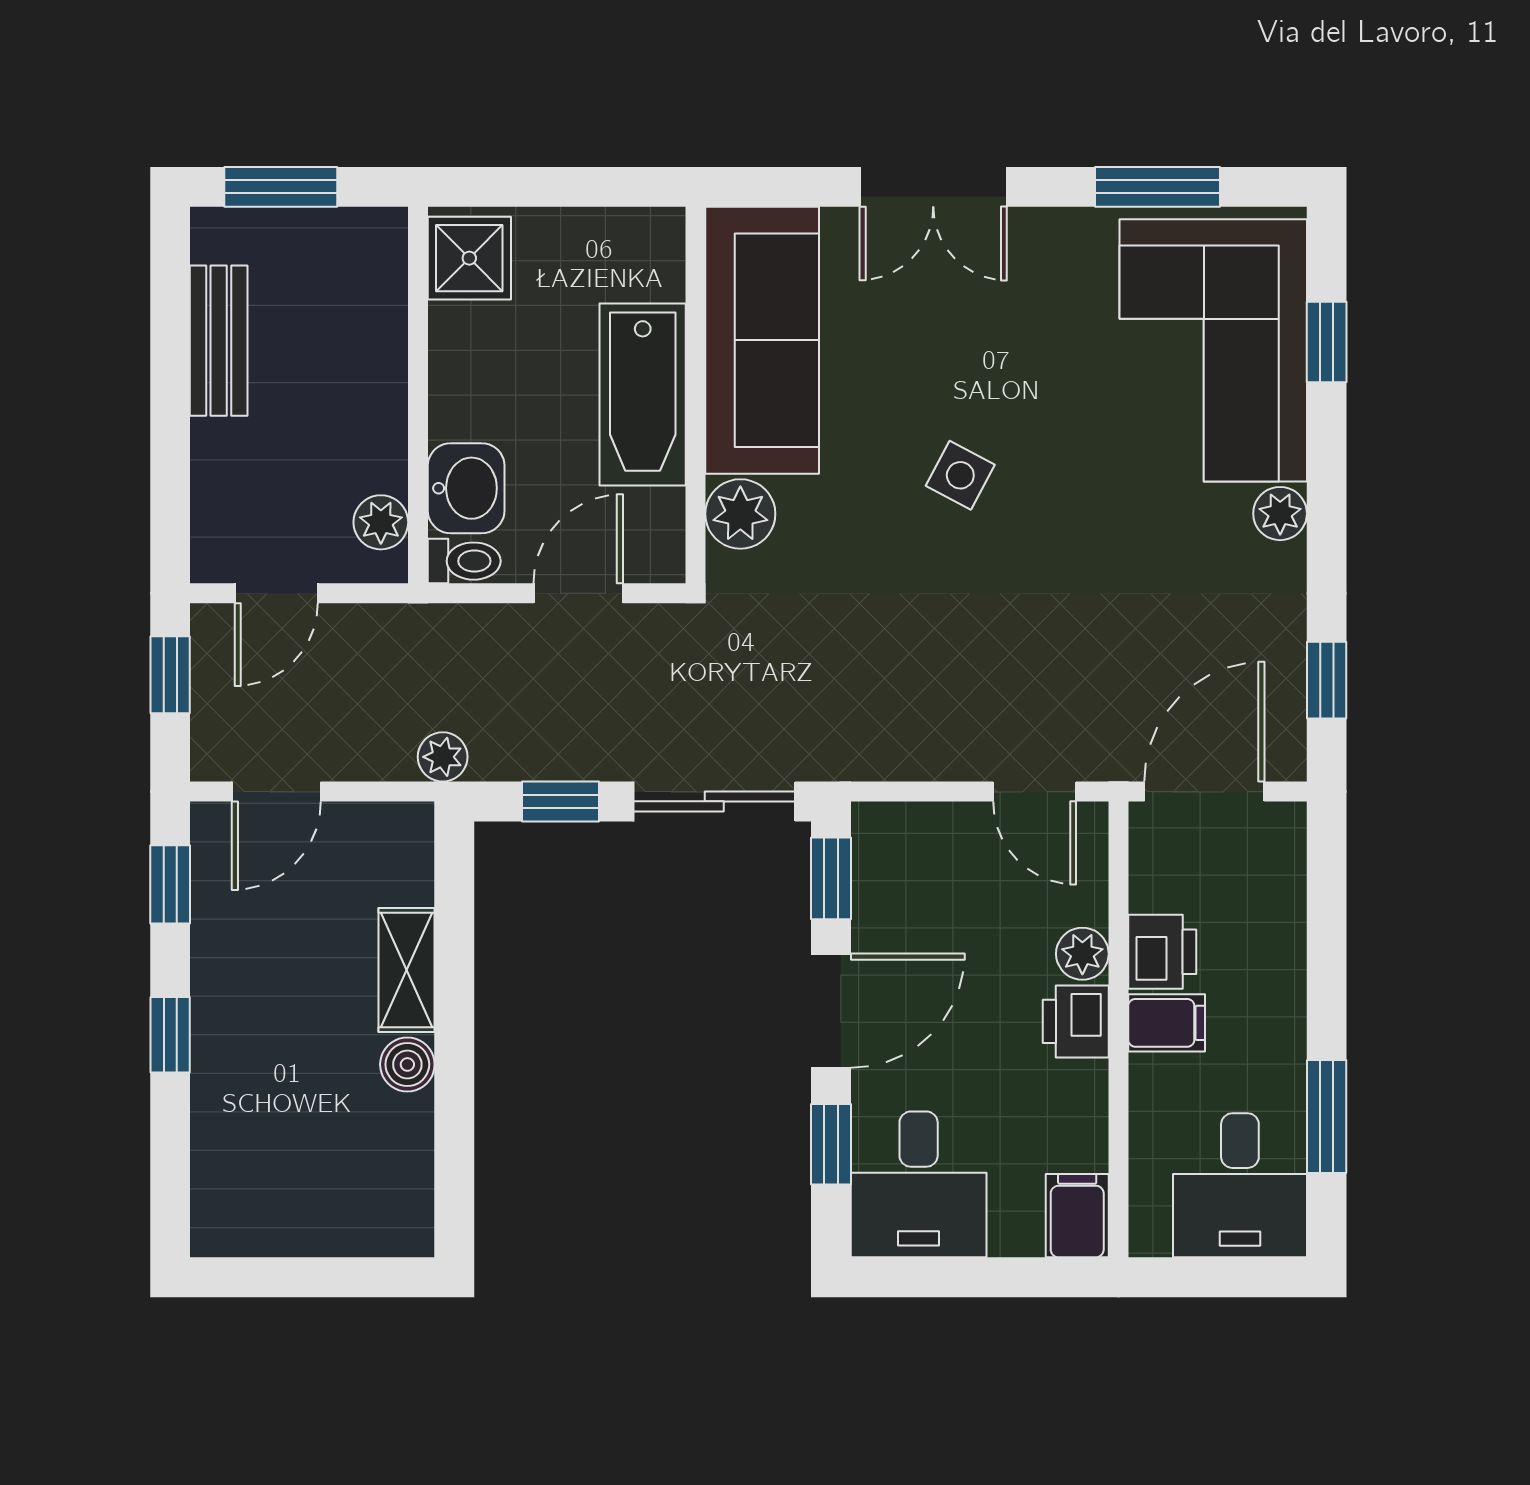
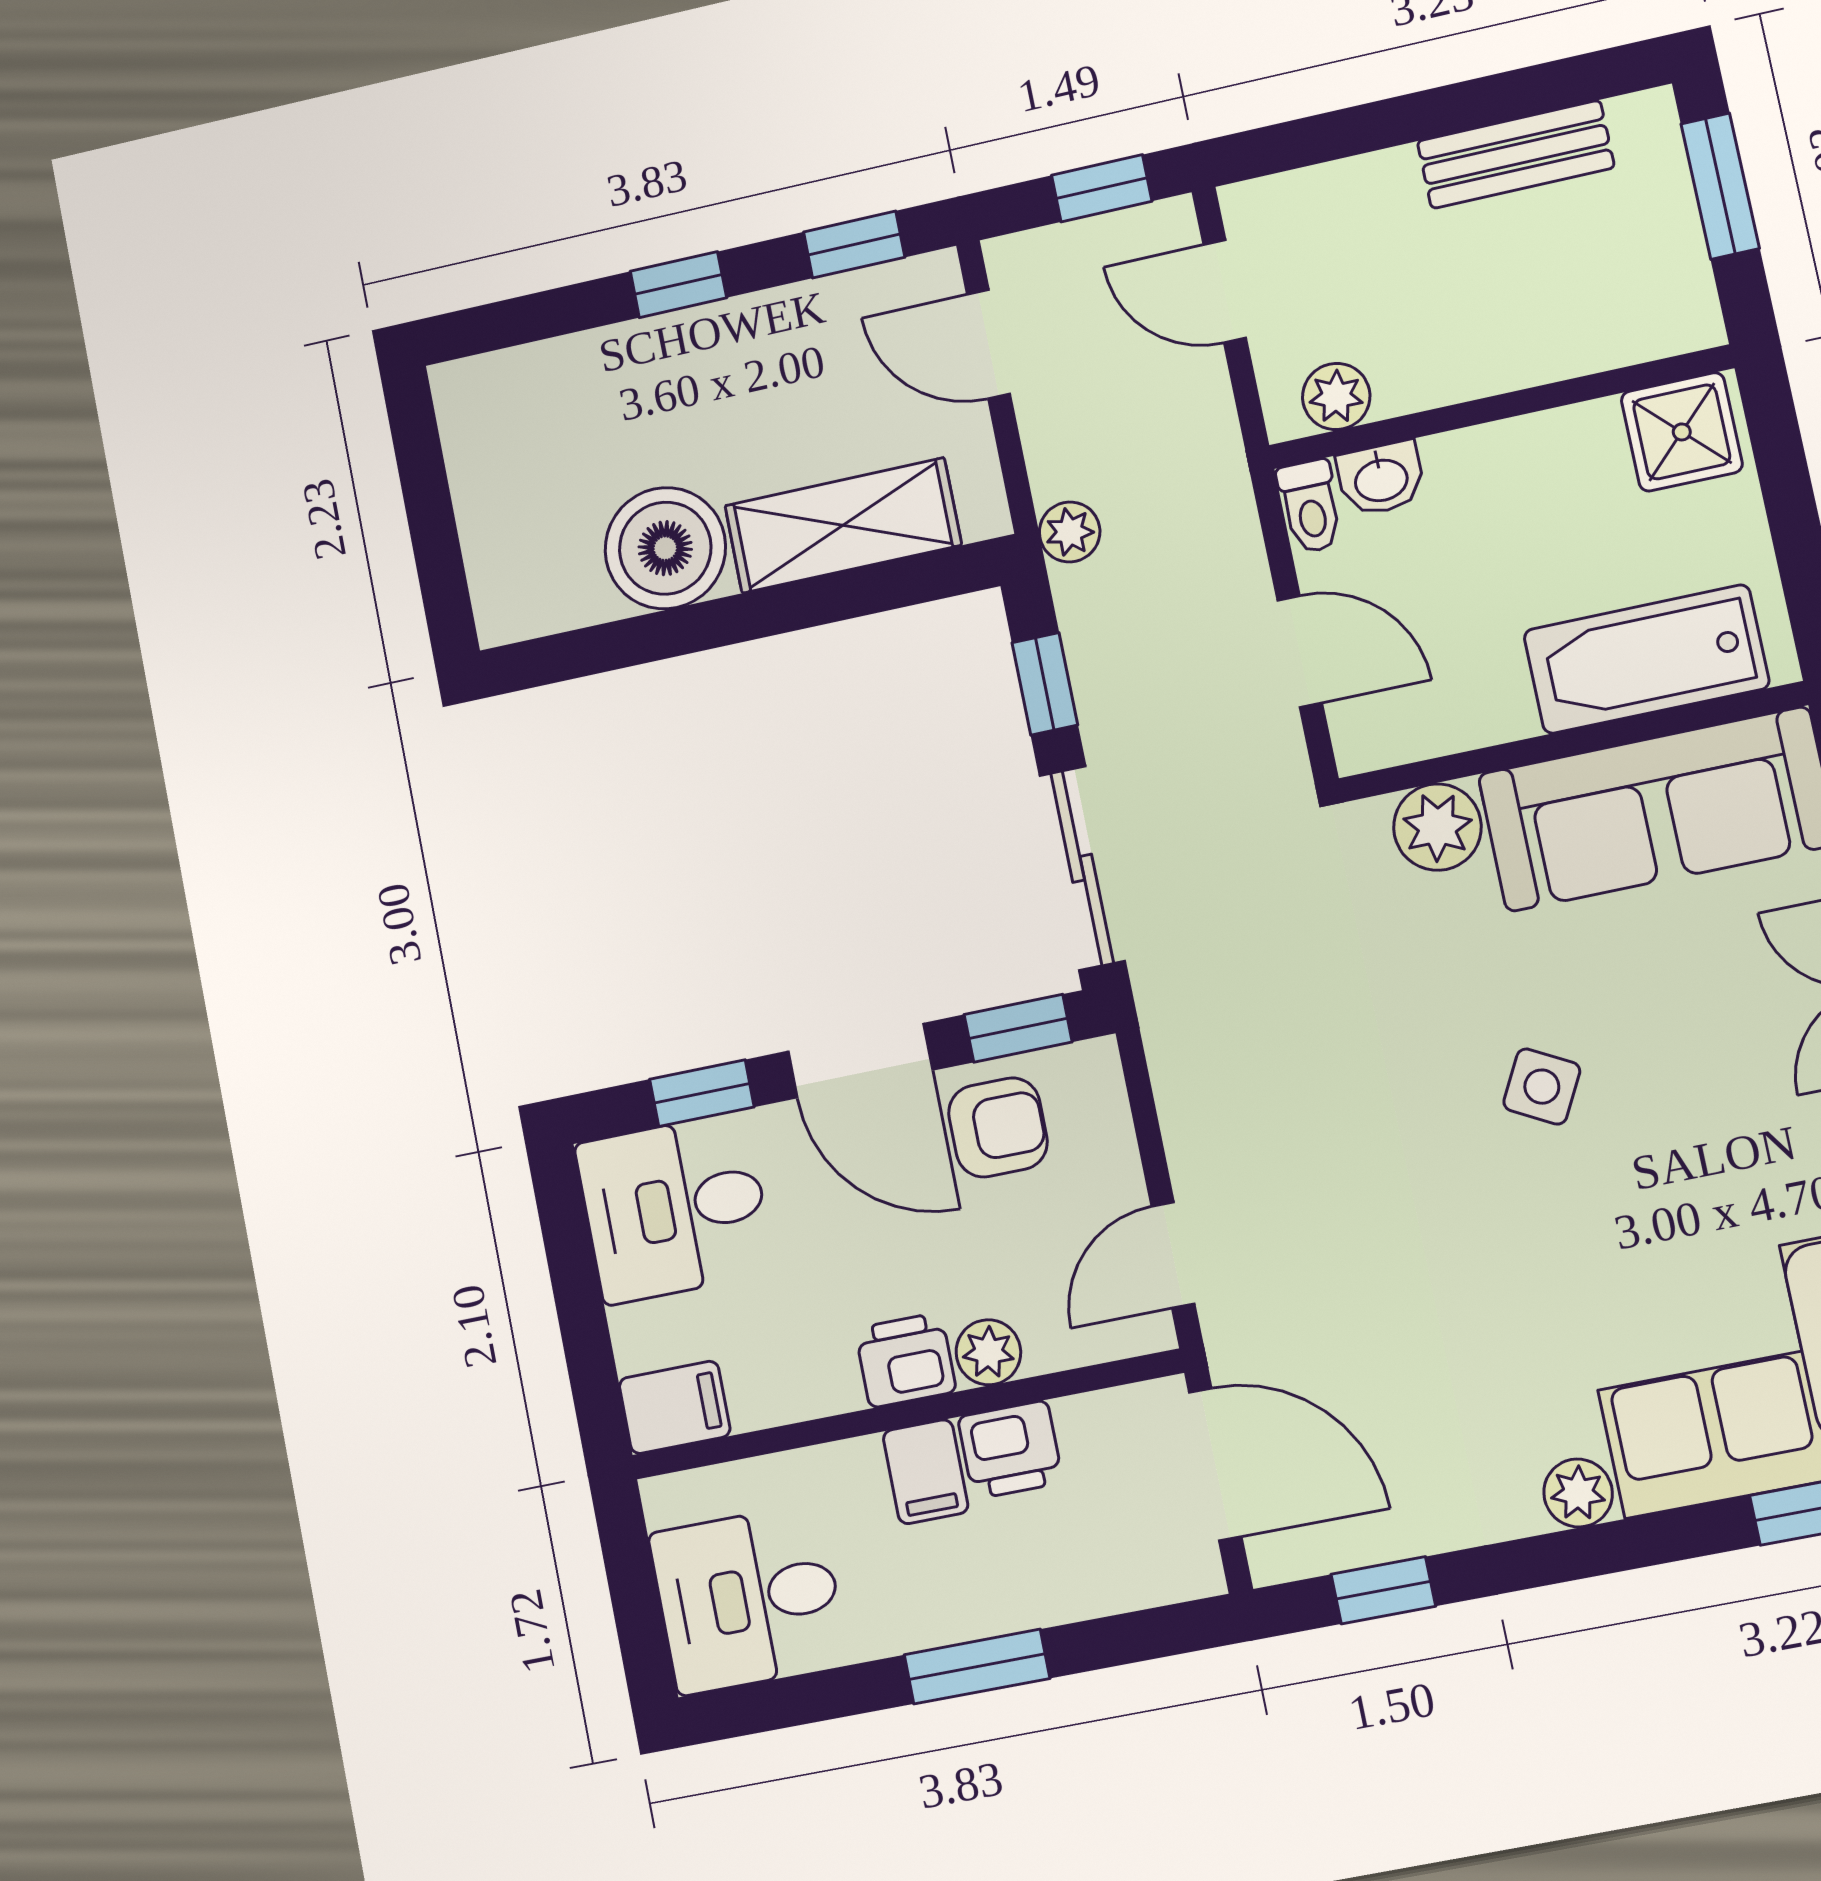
bathtub: (643, 394) -> (1646, 659), moved
washbasin: (466, 488) -> (1381, 479), width x0.72, depth x0.69
armchair: (906, 910) -> (998, 1127), added
shelving: (407, 970) -> (843, 525), width x1.50, depth x1.33
boiler: (407, 1064) -> (665, 548), width x1.86, depth x1.86
window: (1327, 1117) -> (977, 1667), moved

